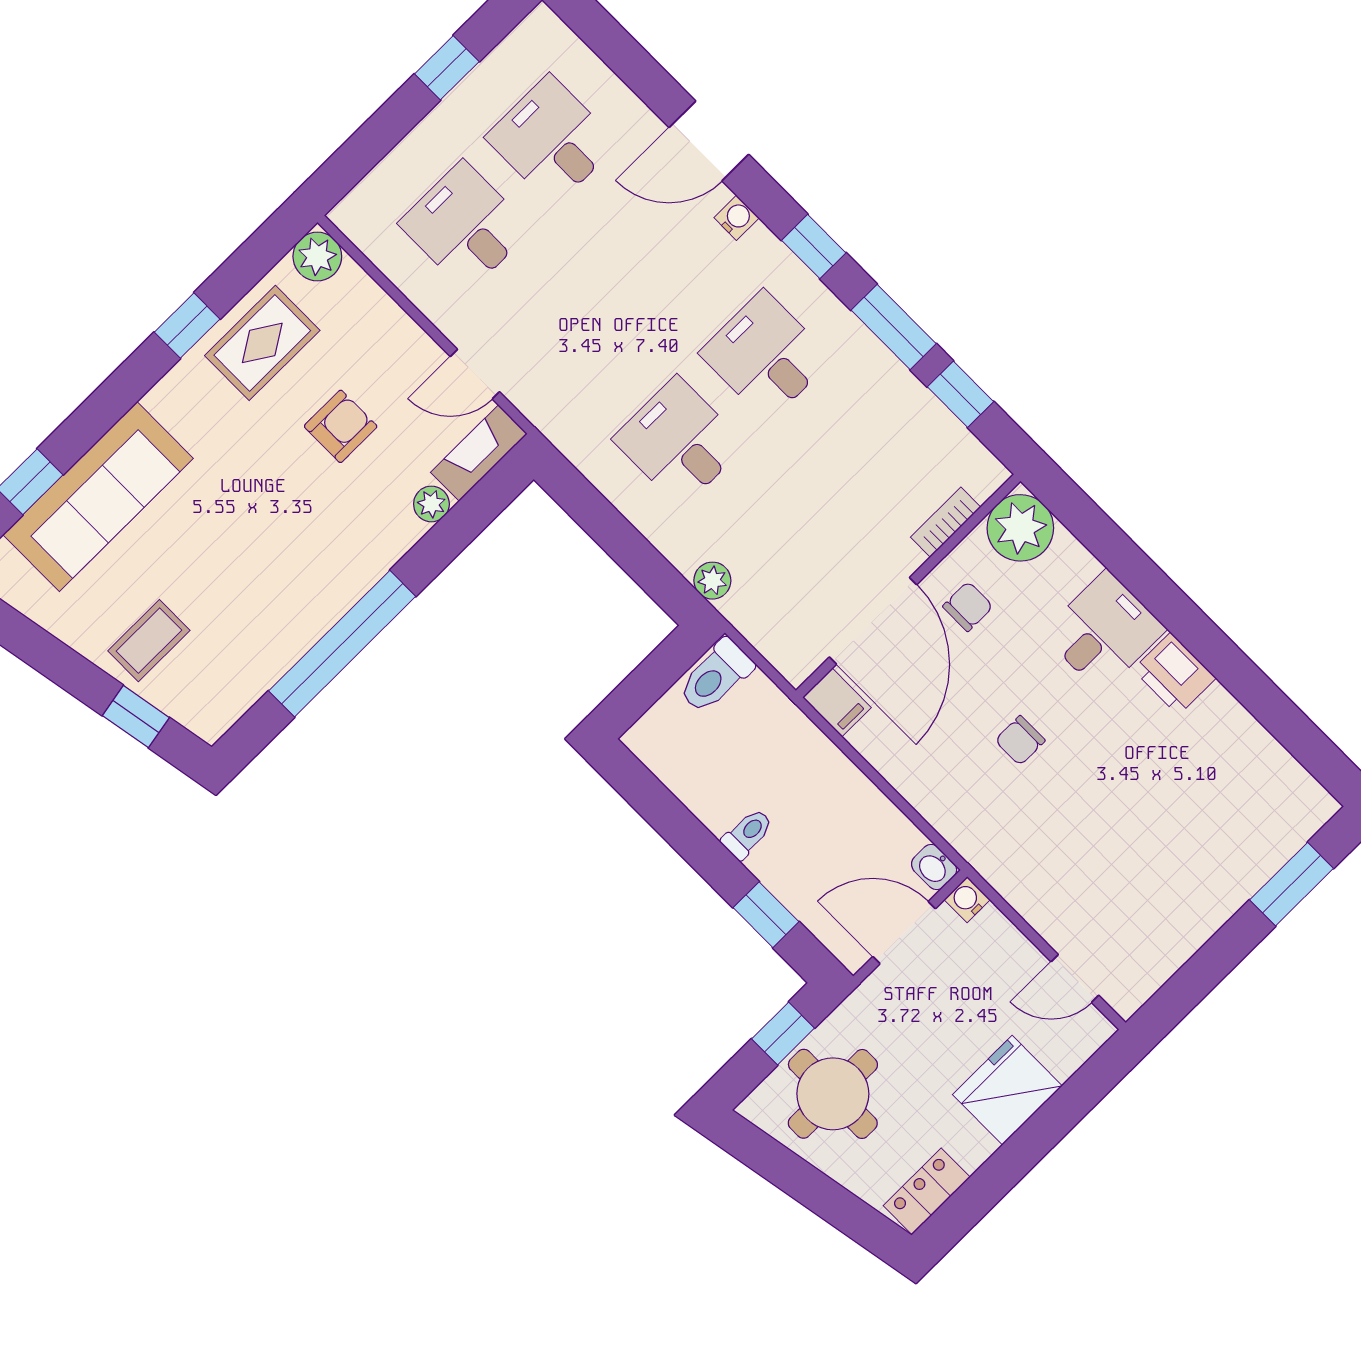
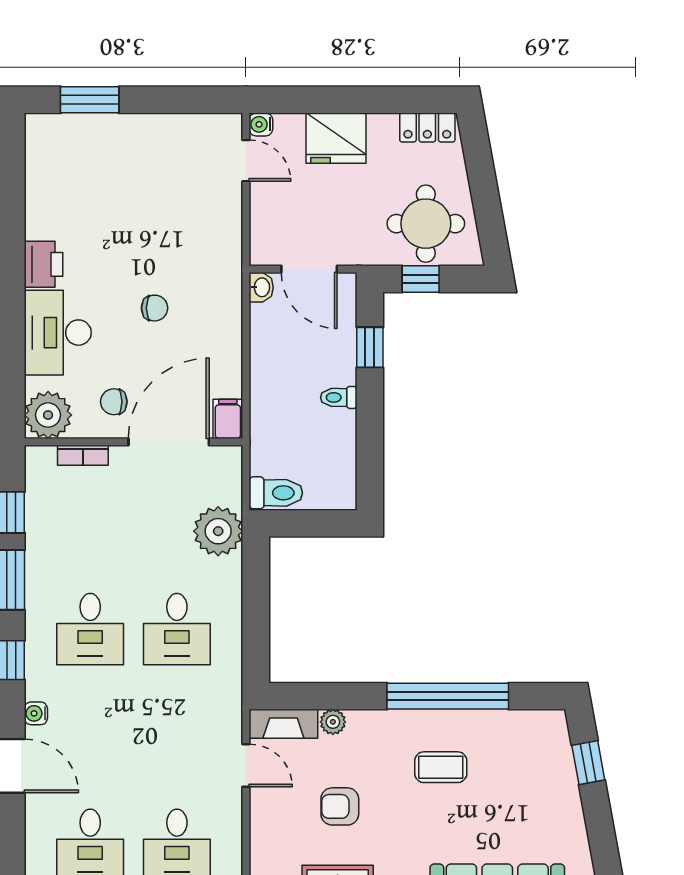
plant: (712, 581) -> (218, 531), width x1.87, depth x1.87
desk: (1104, 631) -> (58, 333), width x1.37
coffee table: (149, 641) -> (441, 767), moved
water cooler: (967, 900) -> (261, 124), moved, turned 90

